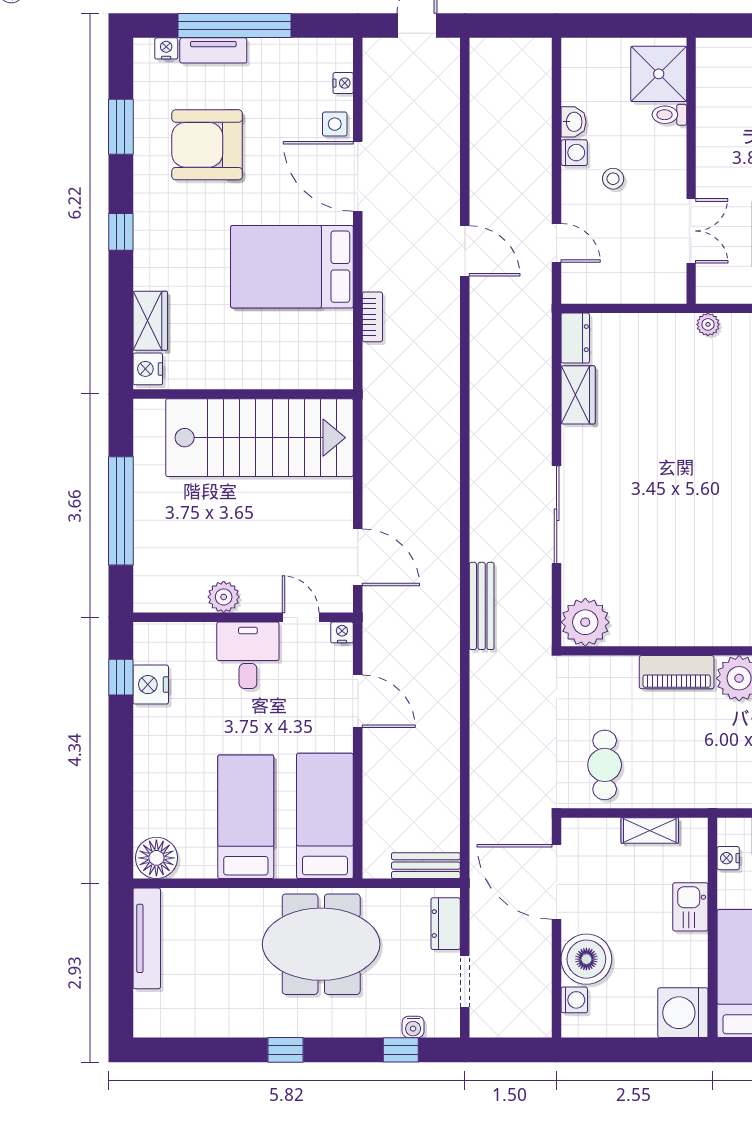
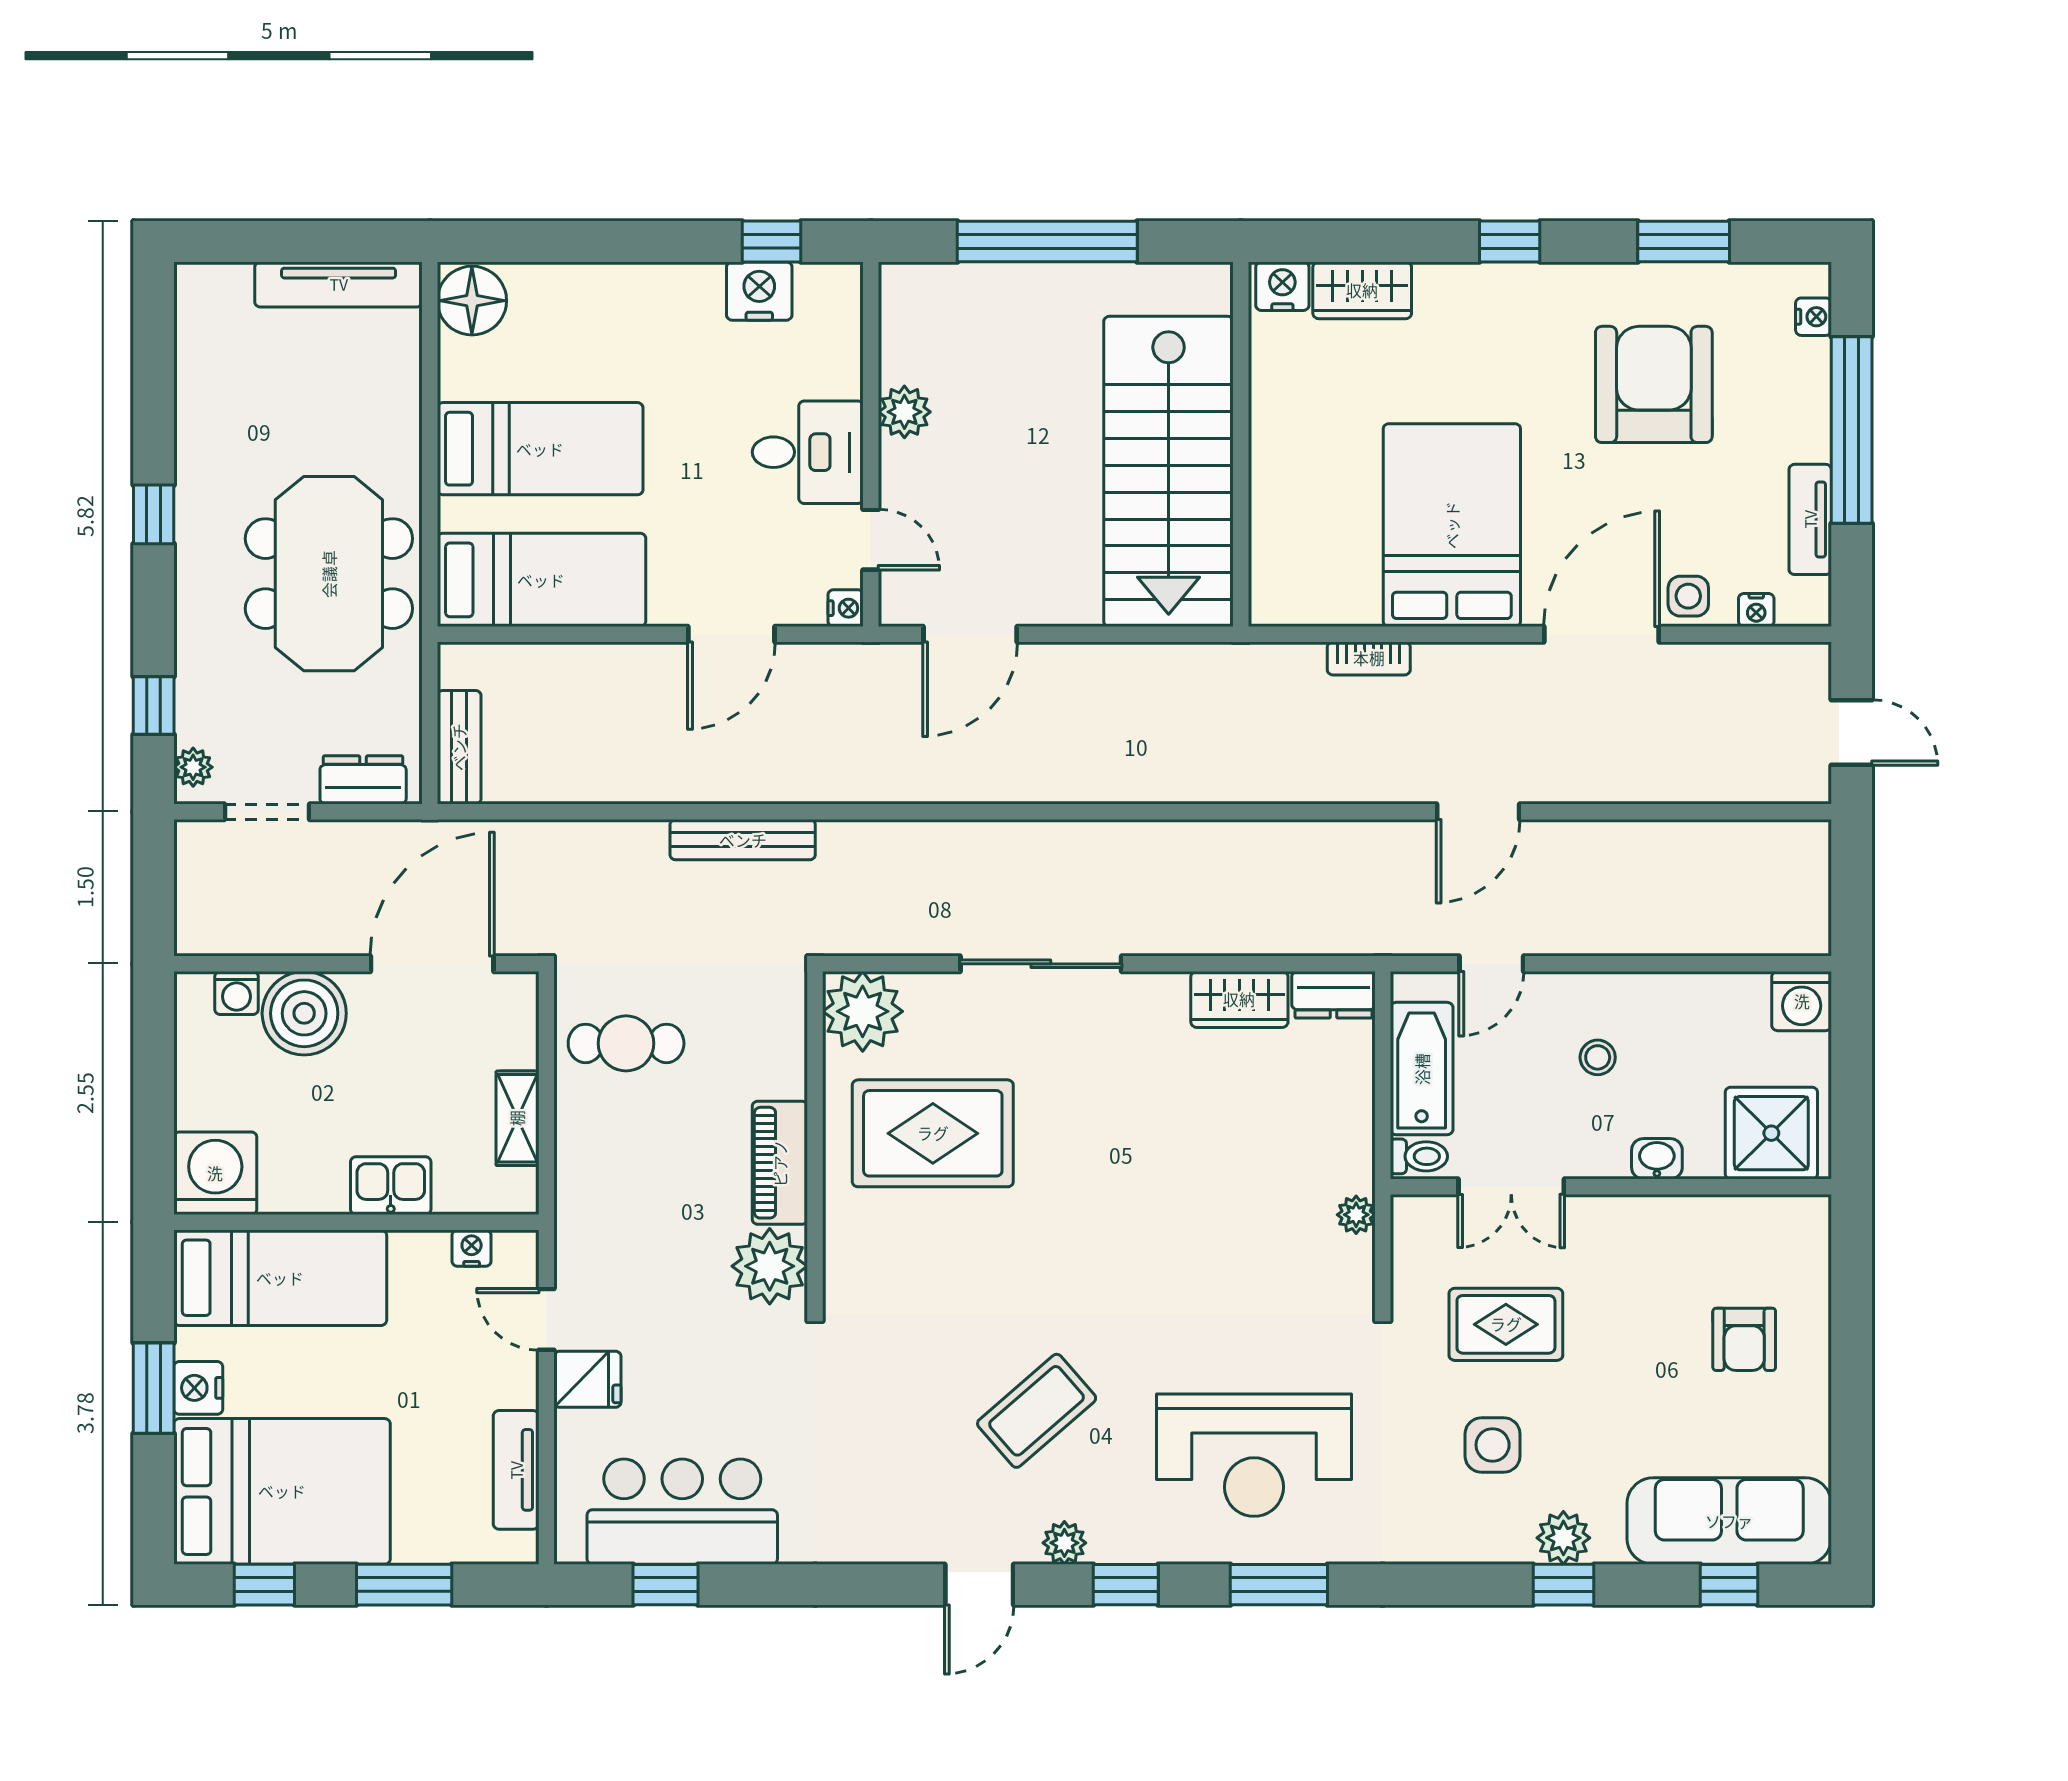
tv unit: (213, 50) -> (1810, 519), moved
toilet: (669, 115) -> (1419, 1156), moved, turned 90
washbasin: (573, 122) -> (1657, 1159), moved, turned 180
washing machine: (574, 153) -> (1802, 1001), moved, width x1.38, depth x1.38
bathtub: (620, 285) -> (1422, 1069), added
rug: (659, 580) -> (933, 1133), added
bench: (482, 606) -> (743, 840), moved
door: (301, 617) -> (871, 540), hinge flipped
plant: (438, 1026) -> (193, 767), added
water cooler: (413, 1027) -> (192, 726), removed

